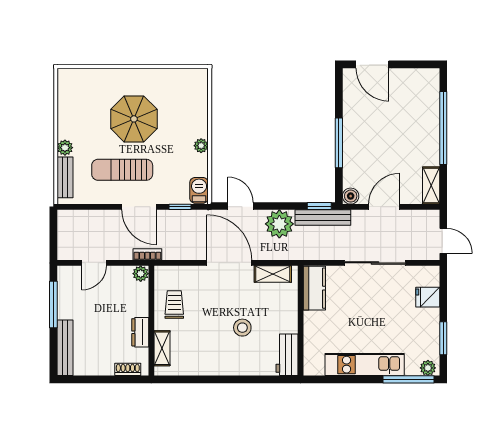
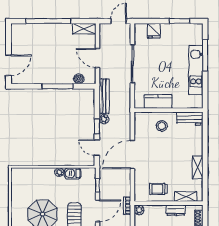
barbecue: (199, 190) -> (73, 173), moved
boiler: (351, 196) -> (79, 79), moved
door: (240, 206) -> (97, 148), hinge flipped
window: (319, 206) -> (97, 126), moved
plant: (279, 224) -> (104, 119), width x0.53, depth x0.53
shelving: (273, 274) -> (198, 167), moved
kitchen counter: (314, 288) -> (158, 102), moved
stool: (242, 328) -> (162, 126), moved
plant: (428, 368) -> (198, 31), removed
window: (408, 379) -> (205, 55), moved

